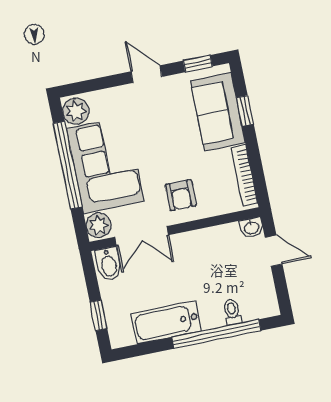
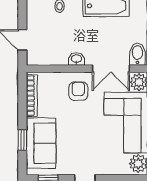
washbasin: (251, 227) -> (76, 59), moved
double door: (142, 236) -> (111, 69), swing flipped

